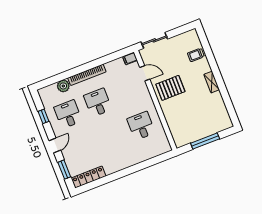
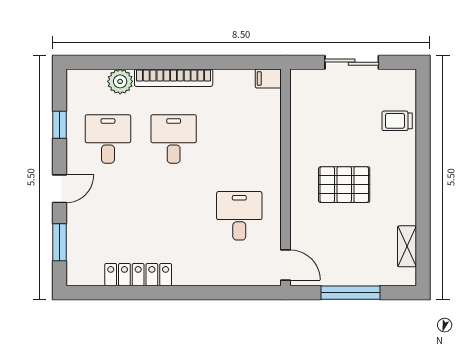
sliding door: (154, 40) -> (352, 62), moved
door: (145, 73) -> (286, 265), moved
shelving: (212, 82) -> (407, 246), moved
pallet: (170, 88) -> (344, 185), moved
locker: (89, 177) -> (138, 275), moved

